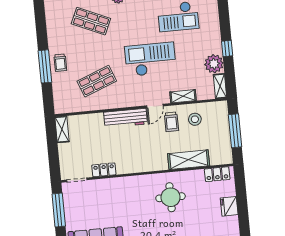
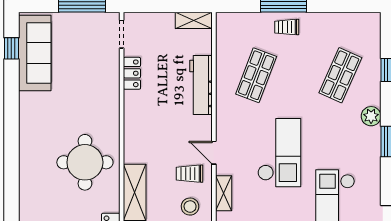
shop shelf: (97, 81) -> (256, 75), turned 42
workbench: (125, 118) -> (201, 85), moved
round table: (171, 197) -> (85, 162), width x1.36, depth x1.36

